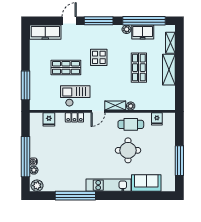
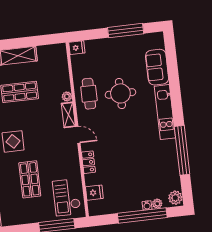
checkout: (75, 96) -> (67, 197), moved
fridge: (157, 119) -> (77, 48), moved

